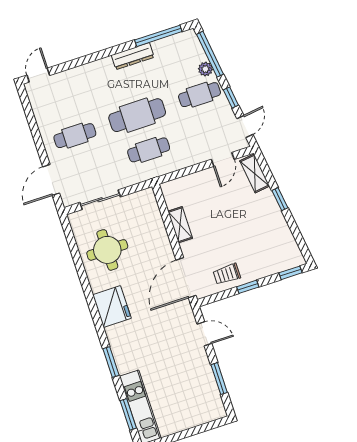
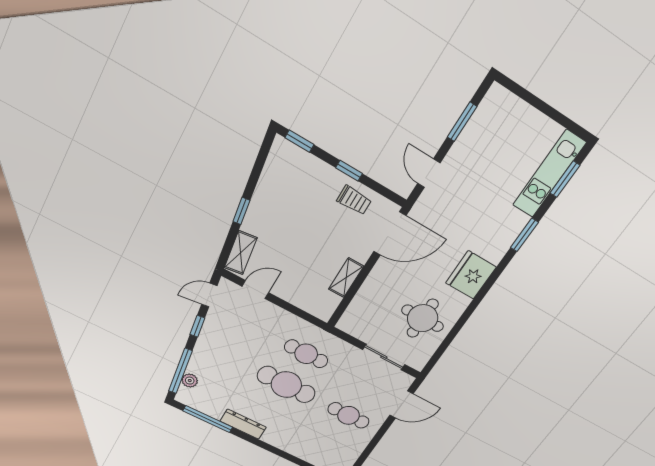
plant: (205, 69) -> (190, 381), moved
cafe table: (200, 95) -> (221, 352), removed

